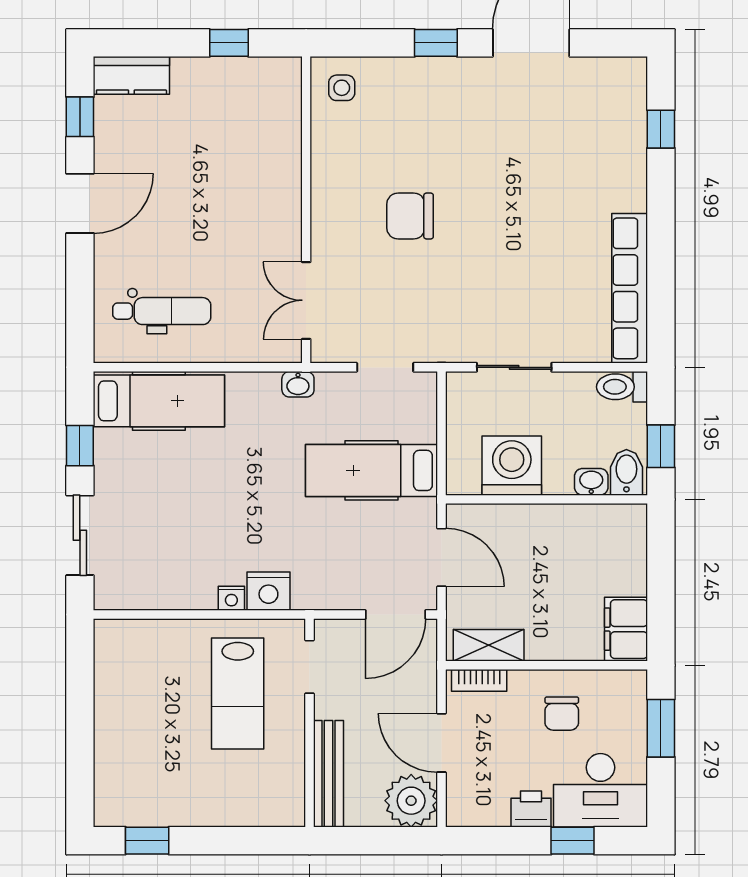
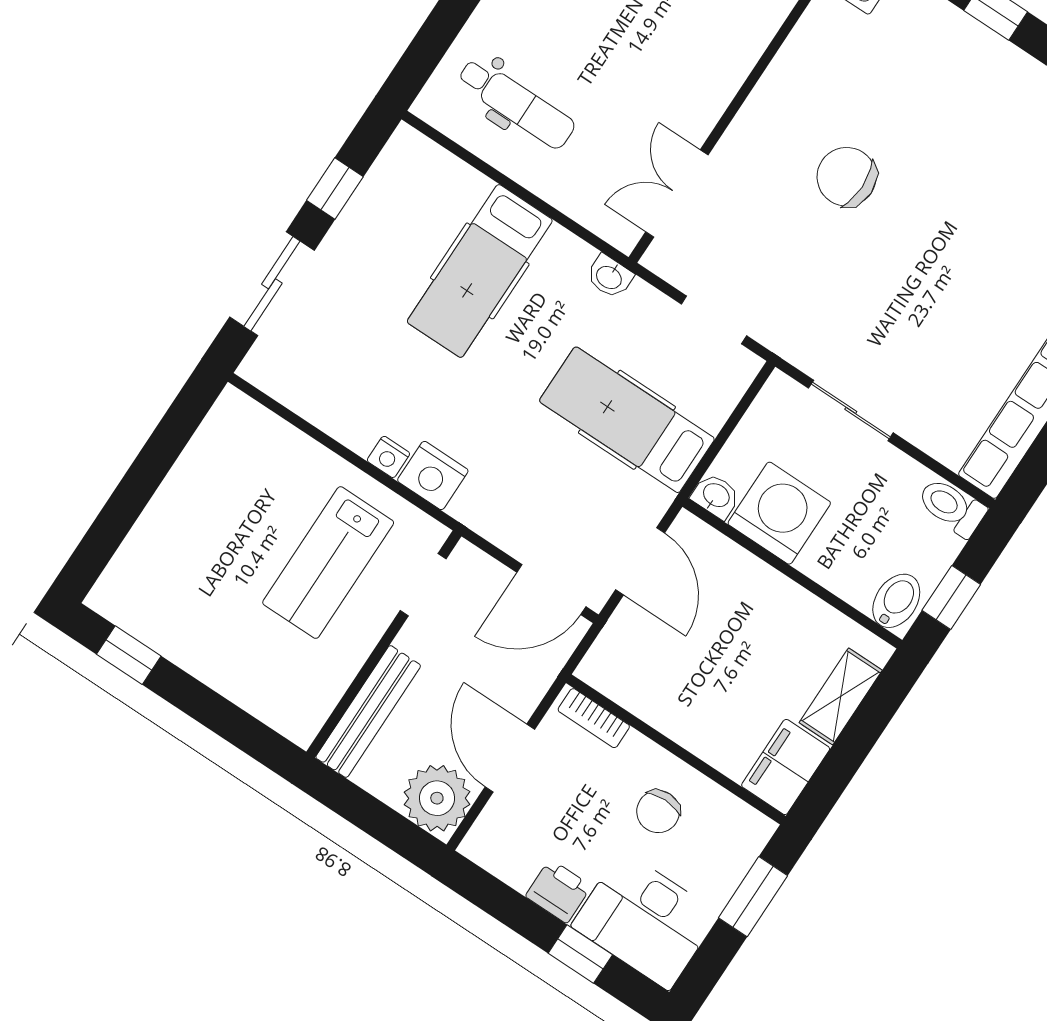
hospital bed: (159, 401) -> (480, 271), moved, turned 90
washbasin: (591, 482) -> (716, 496), moved
shelving: (489, 645) -> (841, 696), moved, turned 90

